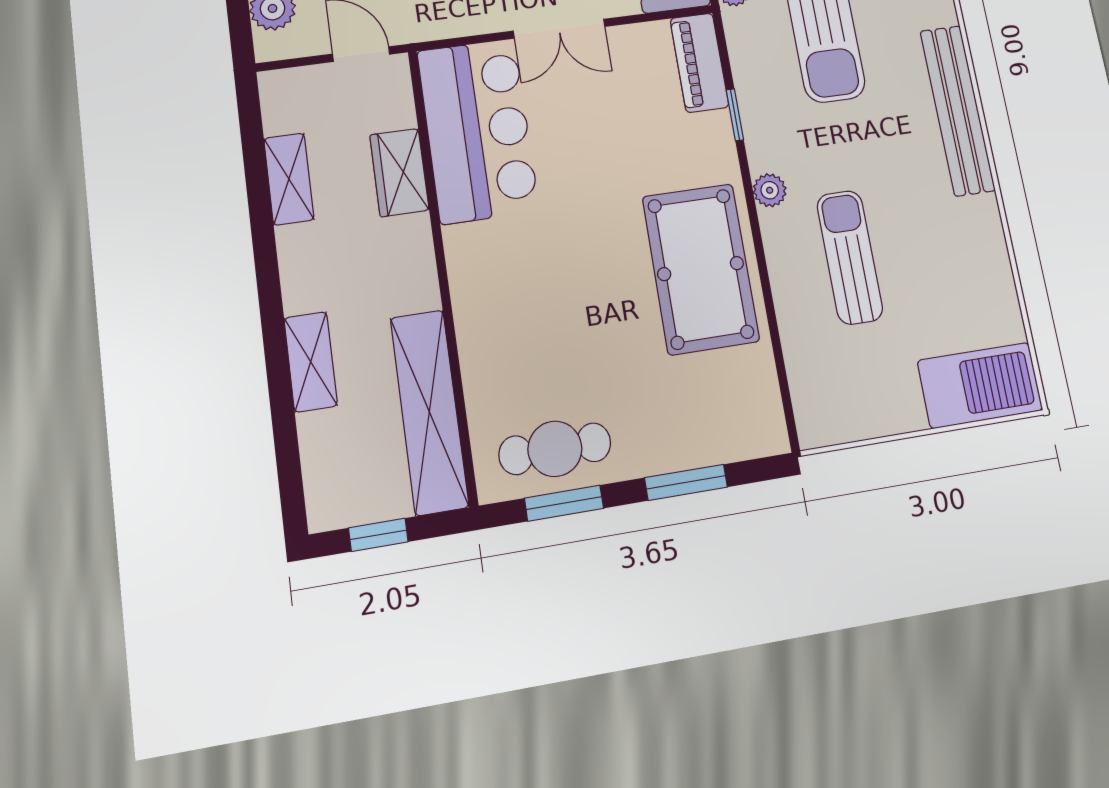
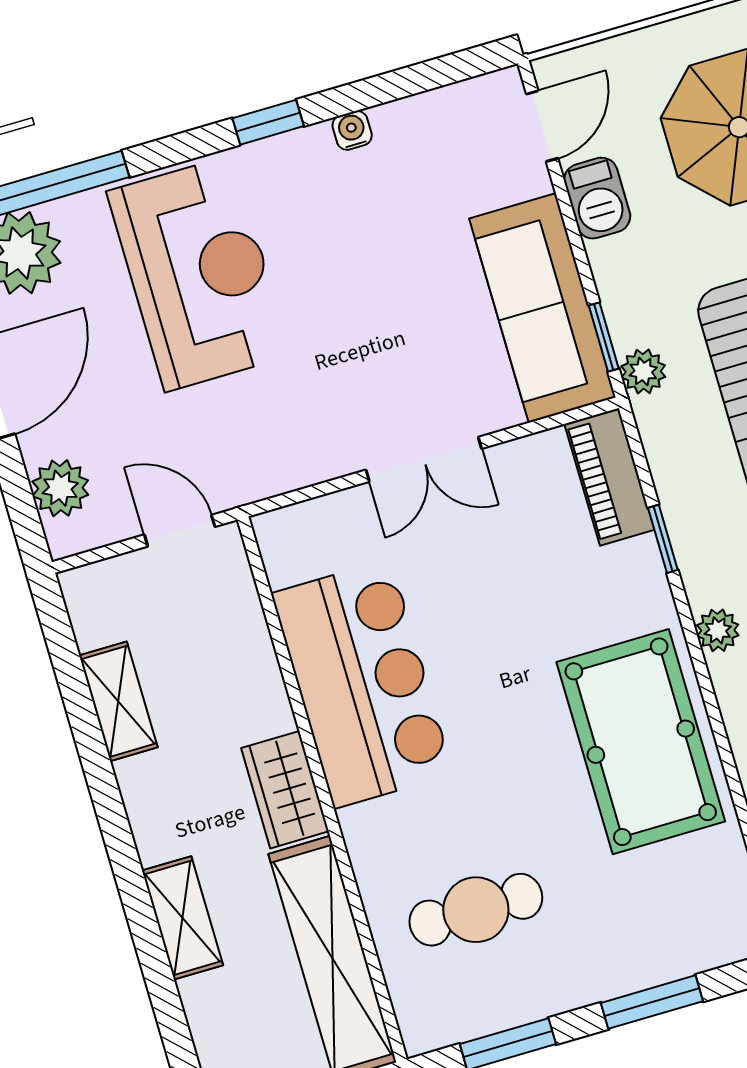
bar counter: (478, 130) -> (362, 684), moved
wardrobe: (399, 172) -> (285, 790), moved
cafe table: (555, 449) -> (476, 910), moved

